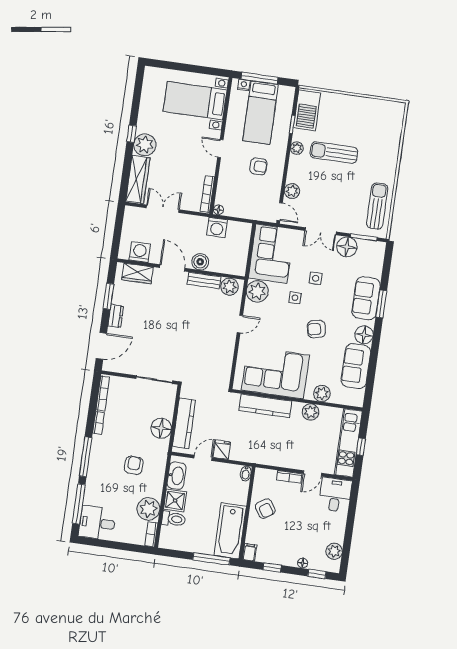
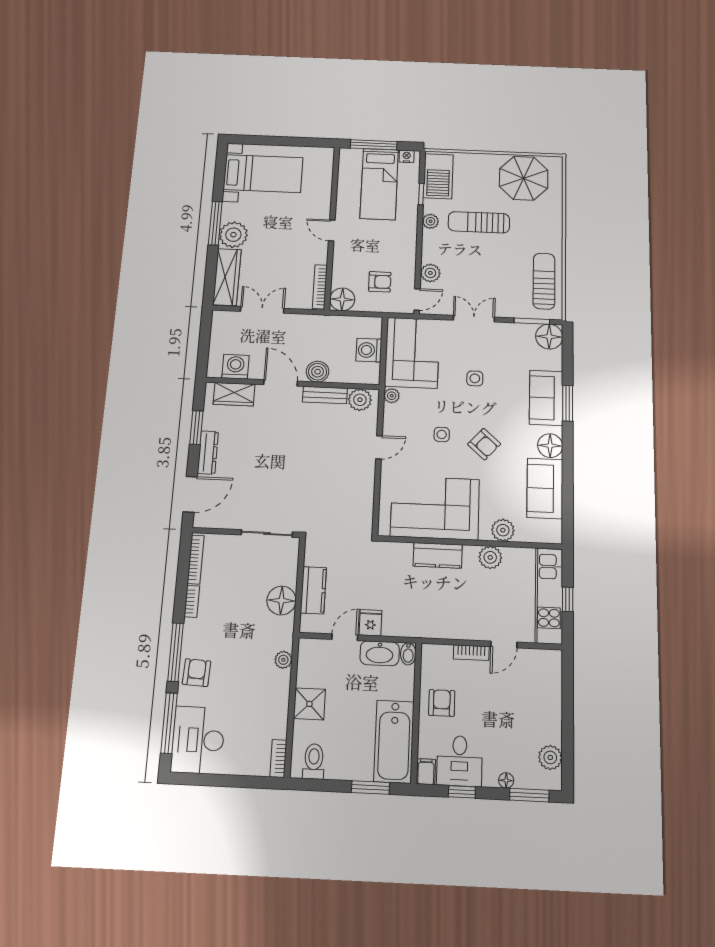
nightstand: (244, 85) -> (407, 156), moved
bed with nightstands: (195, 101) -> (263, 174), moved, turned 180
parasol: (373, 119) -> (524, 178), added
window: (132, 134) -> (215, 223), width x2.17
armchair: (258, 166) -> (380, 282), moved
floor lamp: (218, 210) -> (342, 299), width x1.89, depth x1.89
door: (280, 212) -> (417, 299), hinge flipped
washing machine: (217, 227) -> (369, 350), moved, turned 90
double door: (321, 231) -> (474, 319), swing flipped
floor lamp: (347, 247) -> (549, 337), moved
plant: (257, 291) -> (392, 396), width x0.53, depth x0.53
side table: (295, 298) -> (442, 434), moved
dresser: (116, 316) -> (208, 452), width x1.44
armchair: (316, 329) -> (484, 444), turned -126
kitchen counter: (265, 406) -> (438, 555), width x0.67
kitchen counter: (184, 423) -> (313, 590), width x0.67
armchair: (134, 465) -> (197, 673), moved
washbasin: (176, 476) -> (380, 653), moved, turned 90
desk: (335, 495) -> (459, 761), moved, turned 180
plant: (148, 509) -> (283, 660), moved, width x0.53, depth x0.53
armchair: (265, 509) -> (442, 703), turned -146
toilet: (174, 519) -> (314, 761), moved, turned -90
desk: (97, 523) -> (198, 740), width x1.37
window: (211, 559) -> (370, 788), width x0.69
window: (317, 574) -> (529, 795), width x1.50

